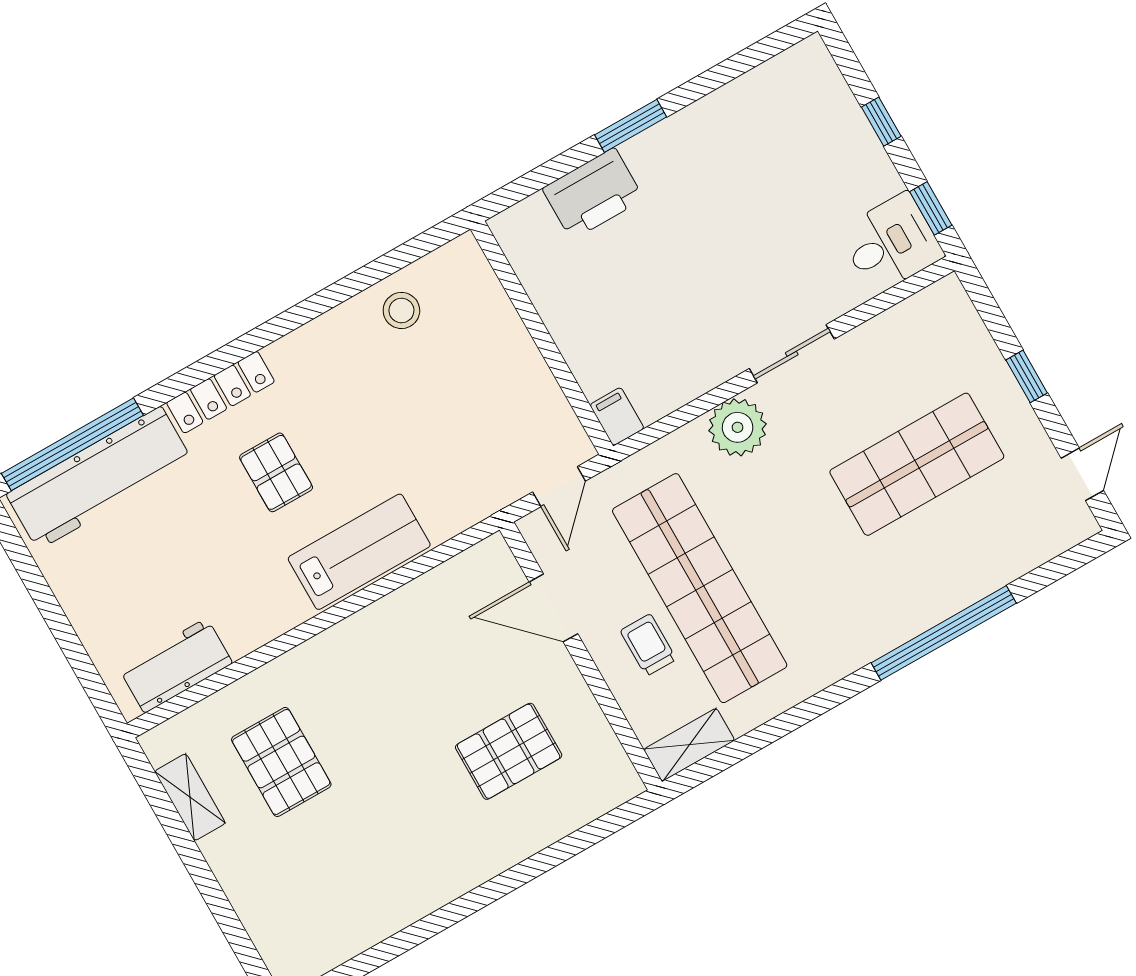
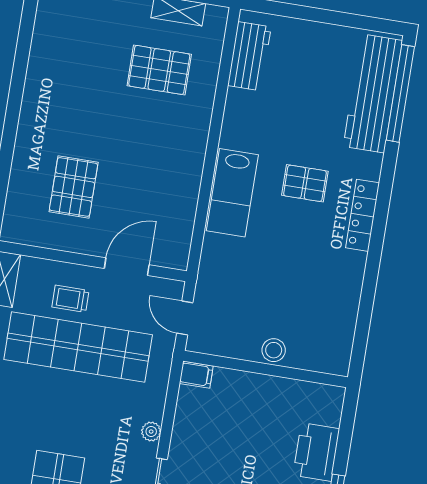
stool: (401, 310) -> (274, 350), moved
locker: (220, 392) -> (362, 215), moved
plant: (738, 427) -> (151, 432), width x0.53, depth x0.53
trolley: (648, 645) -> (70, 299), turned 180

